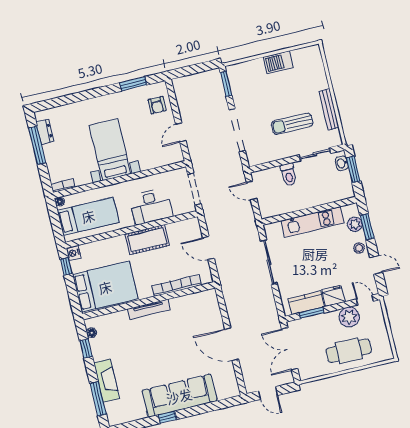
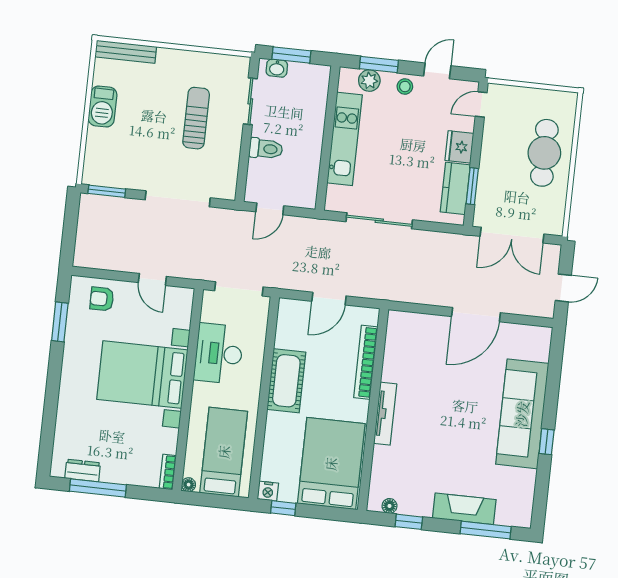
armchair: (157, 105) -> (102, 299), turned 180
bench: (329, 110) -> (126, 52), moved
sun lounger: (292, 124) -> (196, 118), turned 180
bed with nightstands: (110, 150) -> (142, 375), width x1.36
desk: (151, 206) -> (219, 354), moved, turned 180
plant: (349, 317) -> (497, 135), removed

